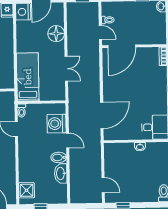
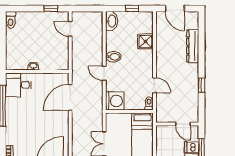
washing machine: (57, 124) -> (115, 101), moved
washbasin: (61, 173) -> (112, 21), moved
shower: (27, 190) -> (146, 41), moved

